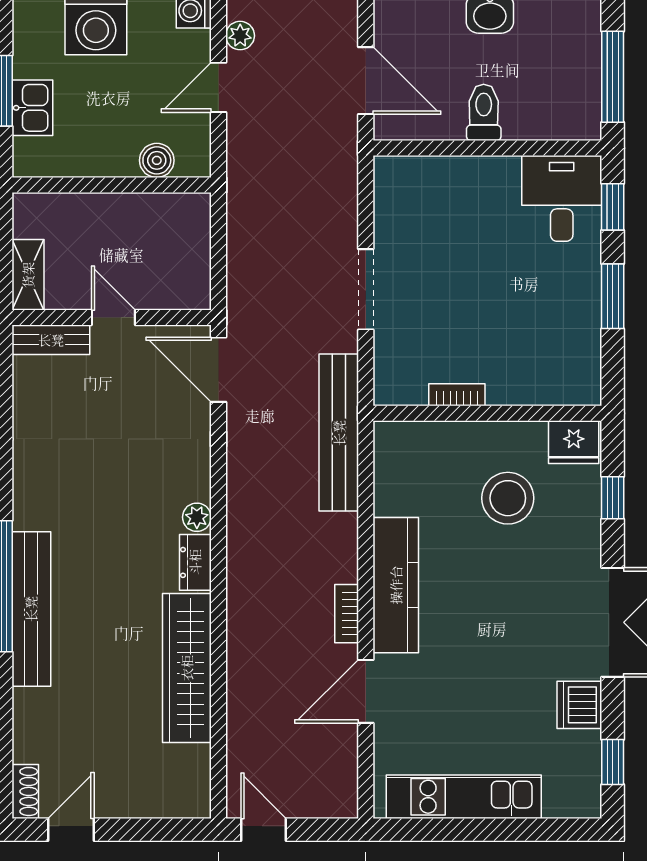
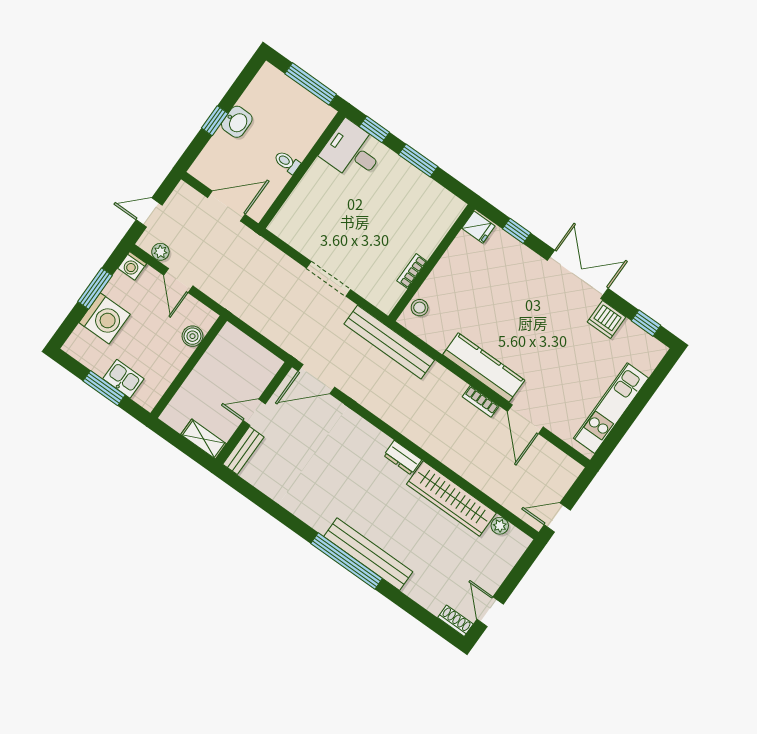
toilet: (484, 112) -> (287, 162), width x0.73, depth x0.72
fridge: (574, 442) -> (478, 227), width x0.72
stool: (508, 498) -> (420, 308), moved, width x0.53, depth x0.53
plant: (197, 517) -> (500, 526), moved

